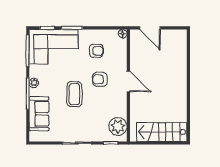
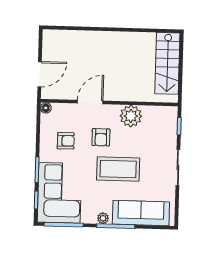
armchair: (96, 51) -> (66, 141), turned 90
door: (128, 82) -> (90, 102), moved
coffee table: (74, 94) -> (118, 169), width x1.36, depth x1.32
sofa: (39, 114) -> (141, 213), width x1.36
plant: (118, 126) -> (131, 116), moved

